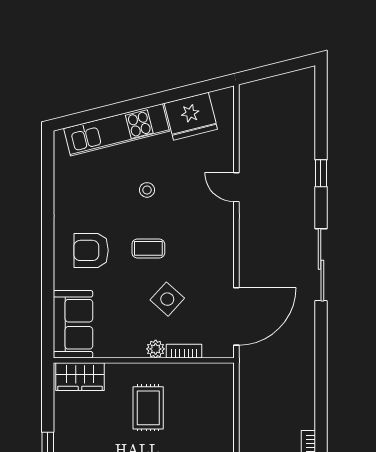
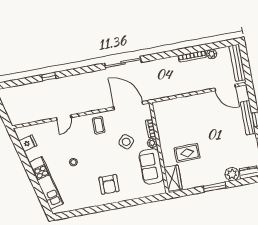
fridge: (191, 116) -> (28, 143), width x0.53, depth x0.75
coffee table: (148, 248) -> (99, 125), moved
sliding door: (321, 265) -> (123, 63), moved
sofa: (73, 324) -> (151, 166), moved, turned -90
rug: (148, 408) -> (187, 153), moved

